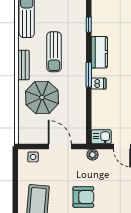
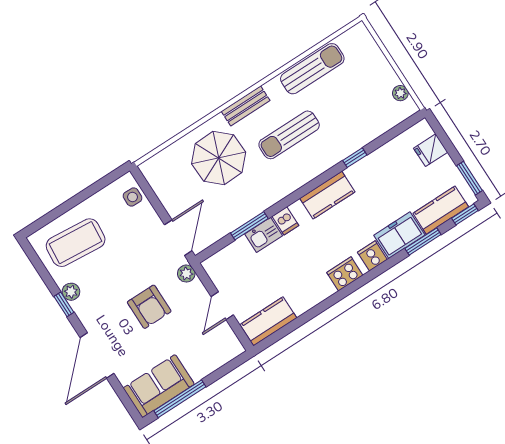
window: (89, 75) -> (249, 226), moved
kitchen sink: (101, 137) -> (264, 235), moved, turned 90
door: (60, 147) -> (178, 238), moved
armchair: (83, 197) -> (149, 307), moved

